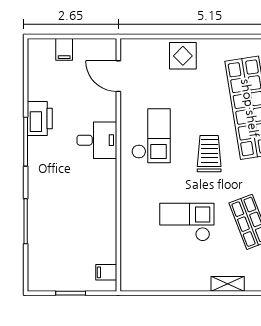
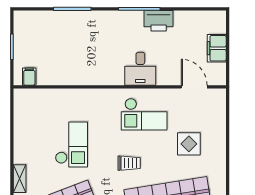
filing cabinet: (64, 49) -> (217, 48), width x2.00
display table: (183, 56) -> (189, 144), moved
door: (118, 76) -> (194, 87), hinge flipped
trolley: (209, 154) -> (129, 163), width x0.73, depth x0.72

